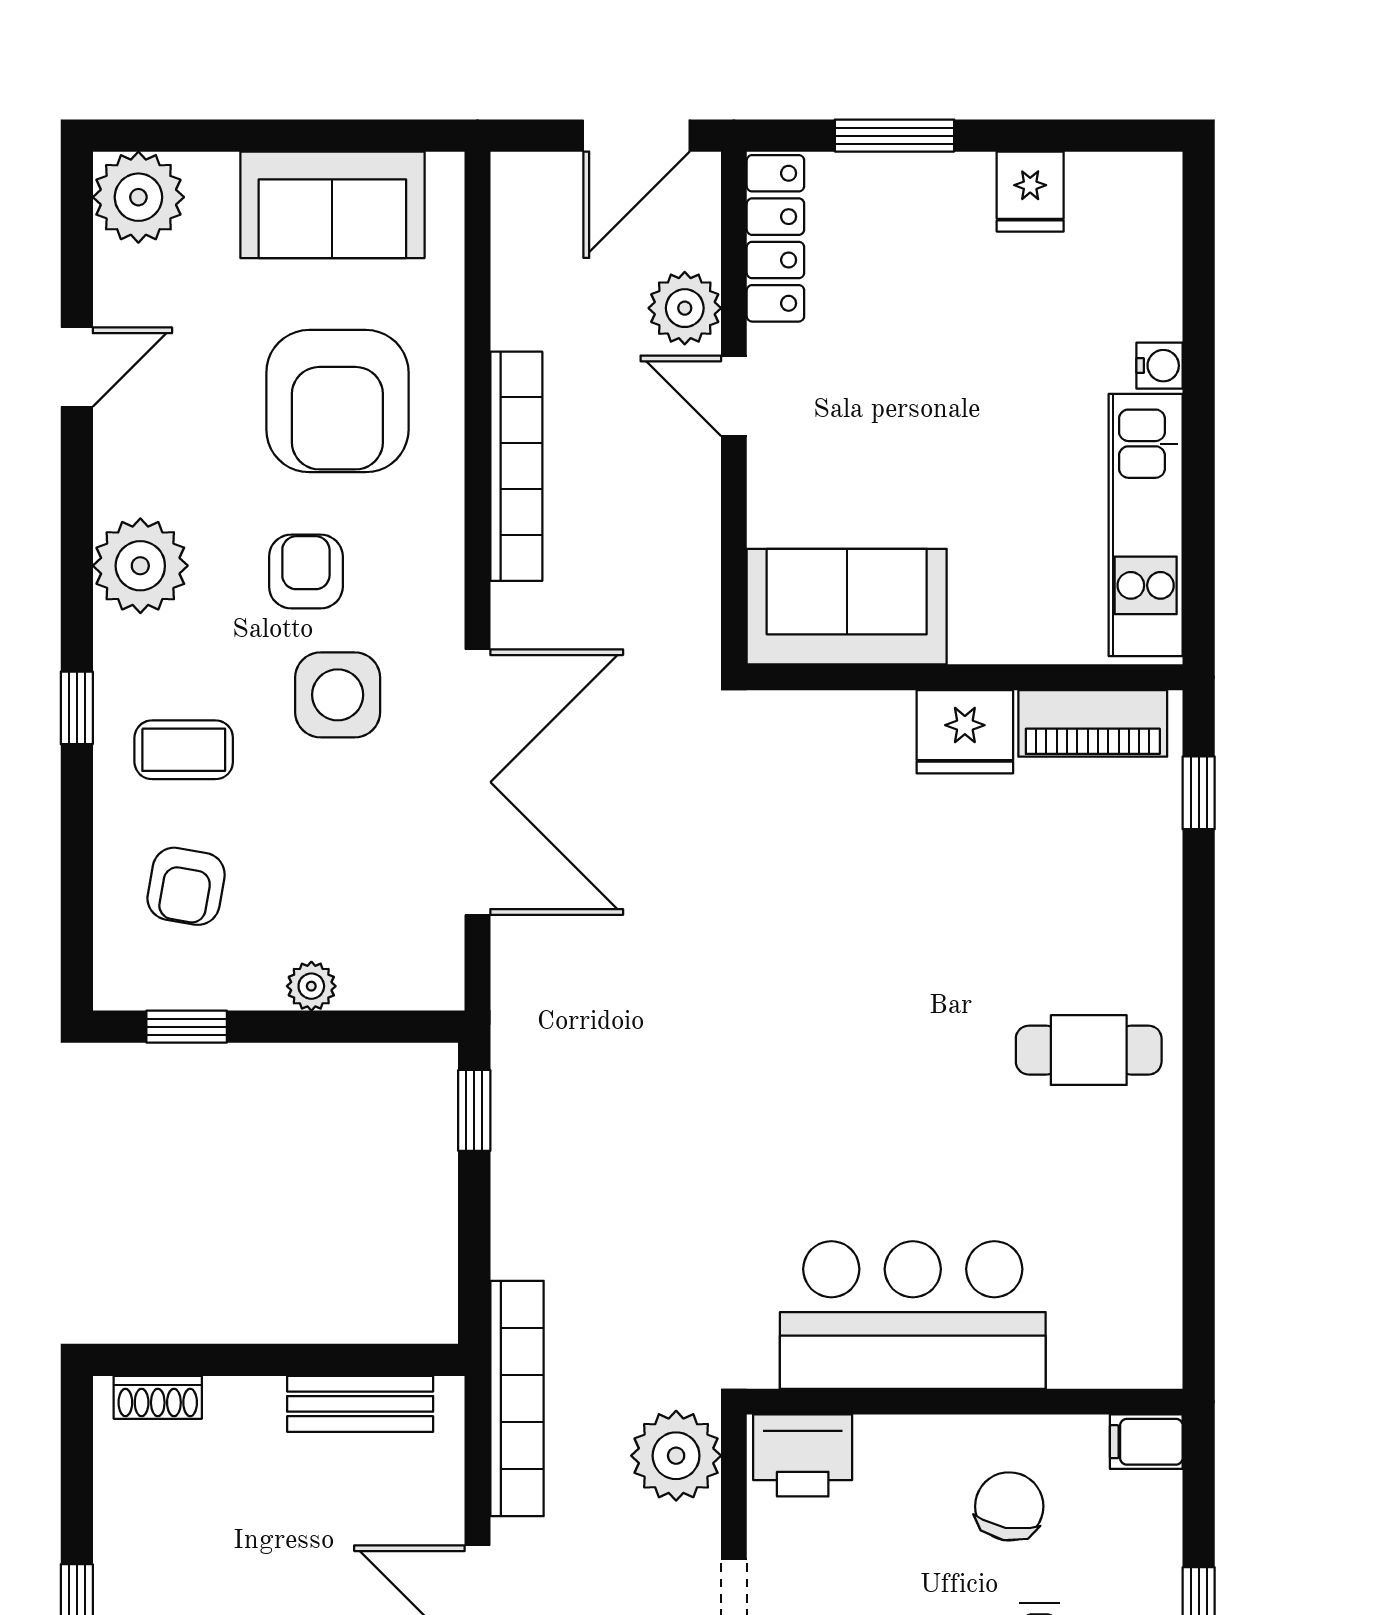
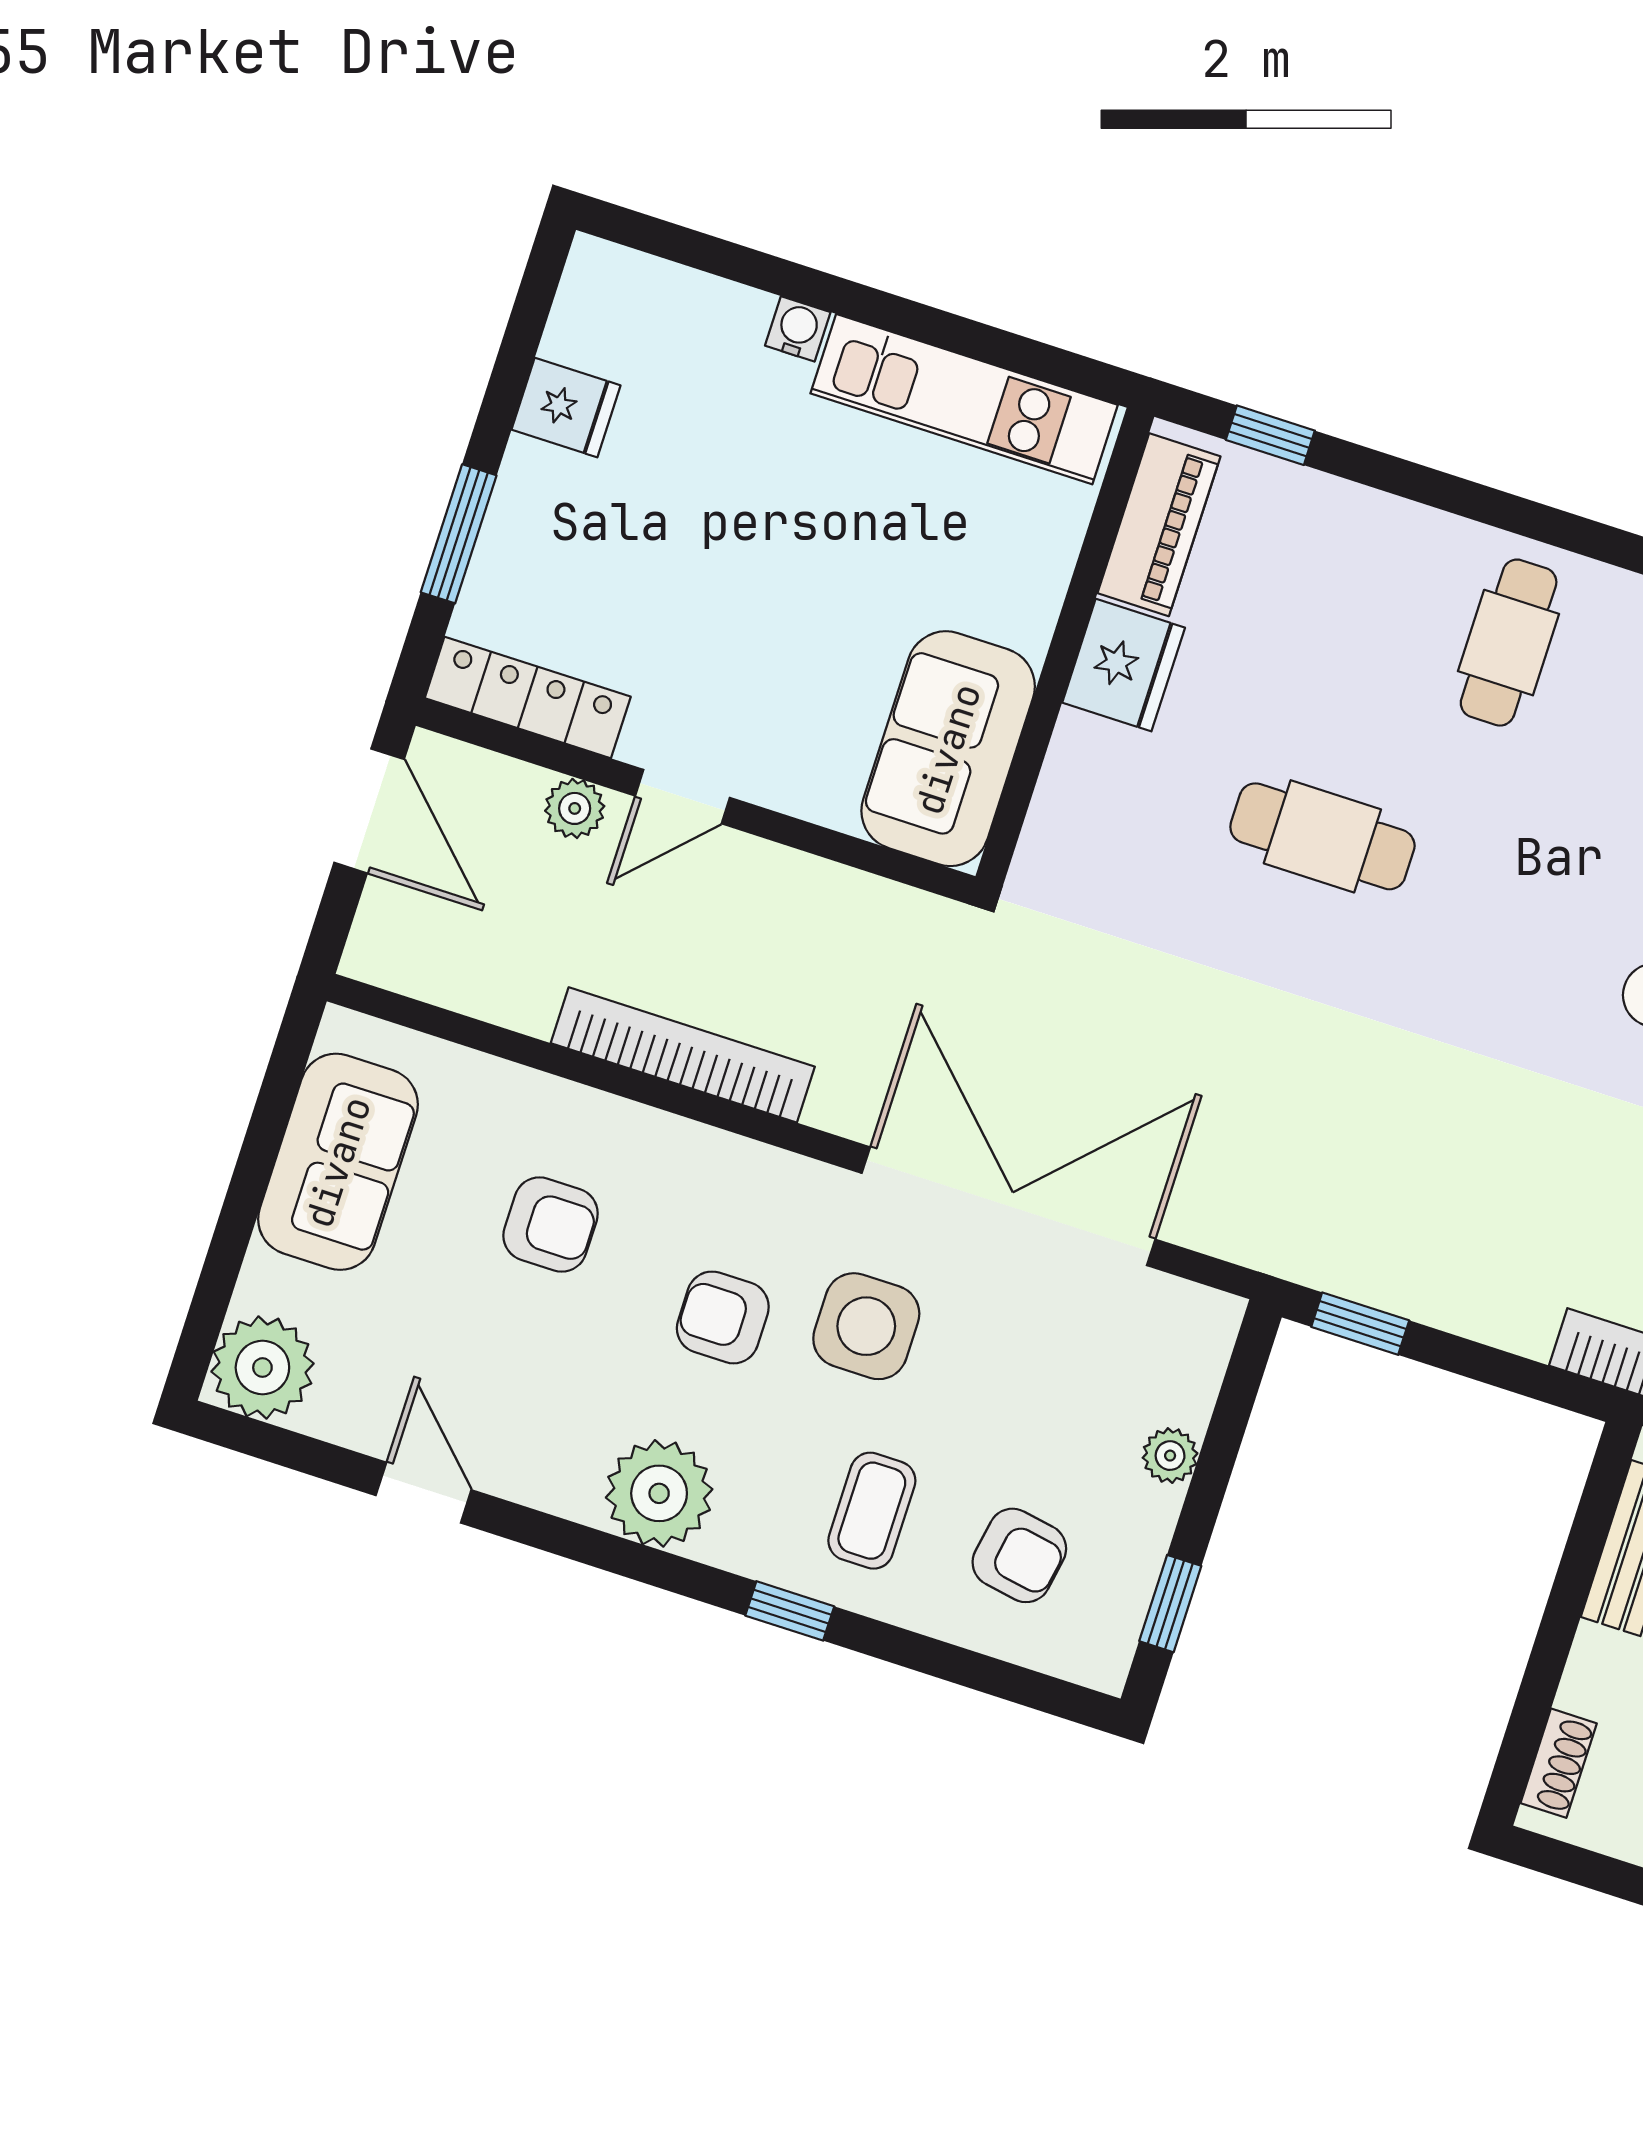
plant: (685, 308) -> (575, 808), width x0.73, depth x0.73
armchair: (337, 401) -> (551, 1224), width x0.53, depth x0.53
cafe table: (875, 946) -> (1322, 836), added

